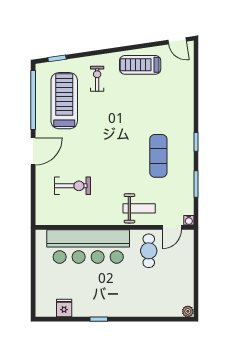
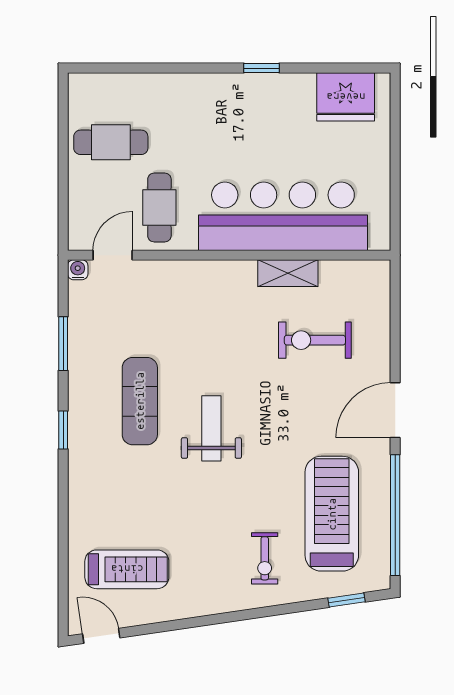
treadmill: (140, 65) -> (127, 569), moved
treadmill: (64, 101) -> (332, 514), turned 180
weight bench: (139, 208) -> (211, 428), moved, turned 90
shelving: (86, 219) -> (288, 273), added
cafe table: (173, 283) -> (111, 142), added
fridge: (64, 308) -> (346, 97), width x1.88, depth x1.34
plant: (188, 311) -> (80, 84), removed

